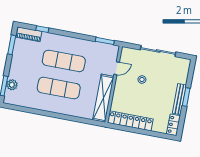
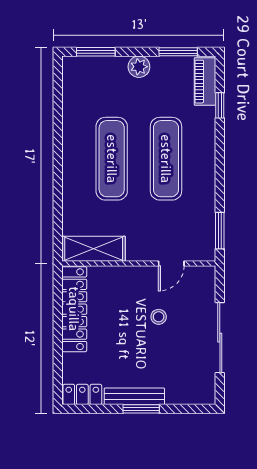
door: (117, 68) -> (171, 264), hinge flipped
plant: (12, 85) -> (139, 67), moved
shelving: (103, 98) -> (94, 249), width x0.68

